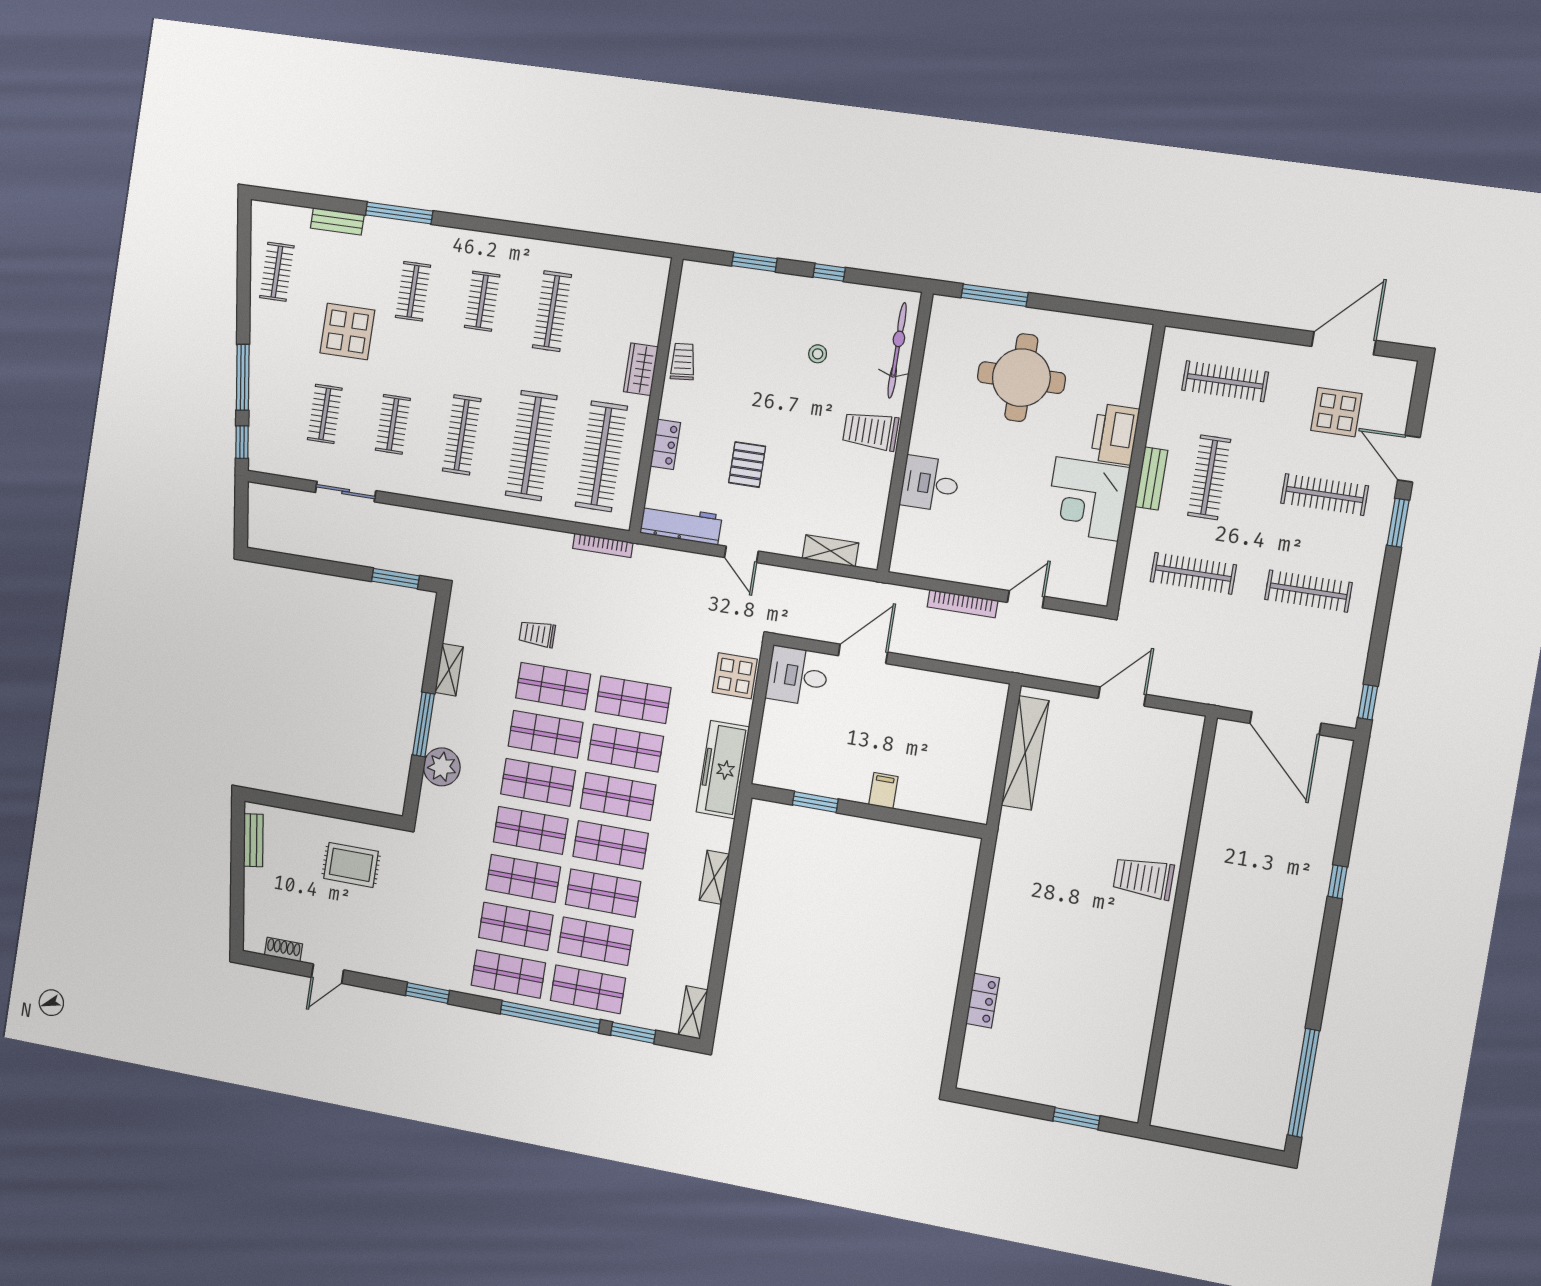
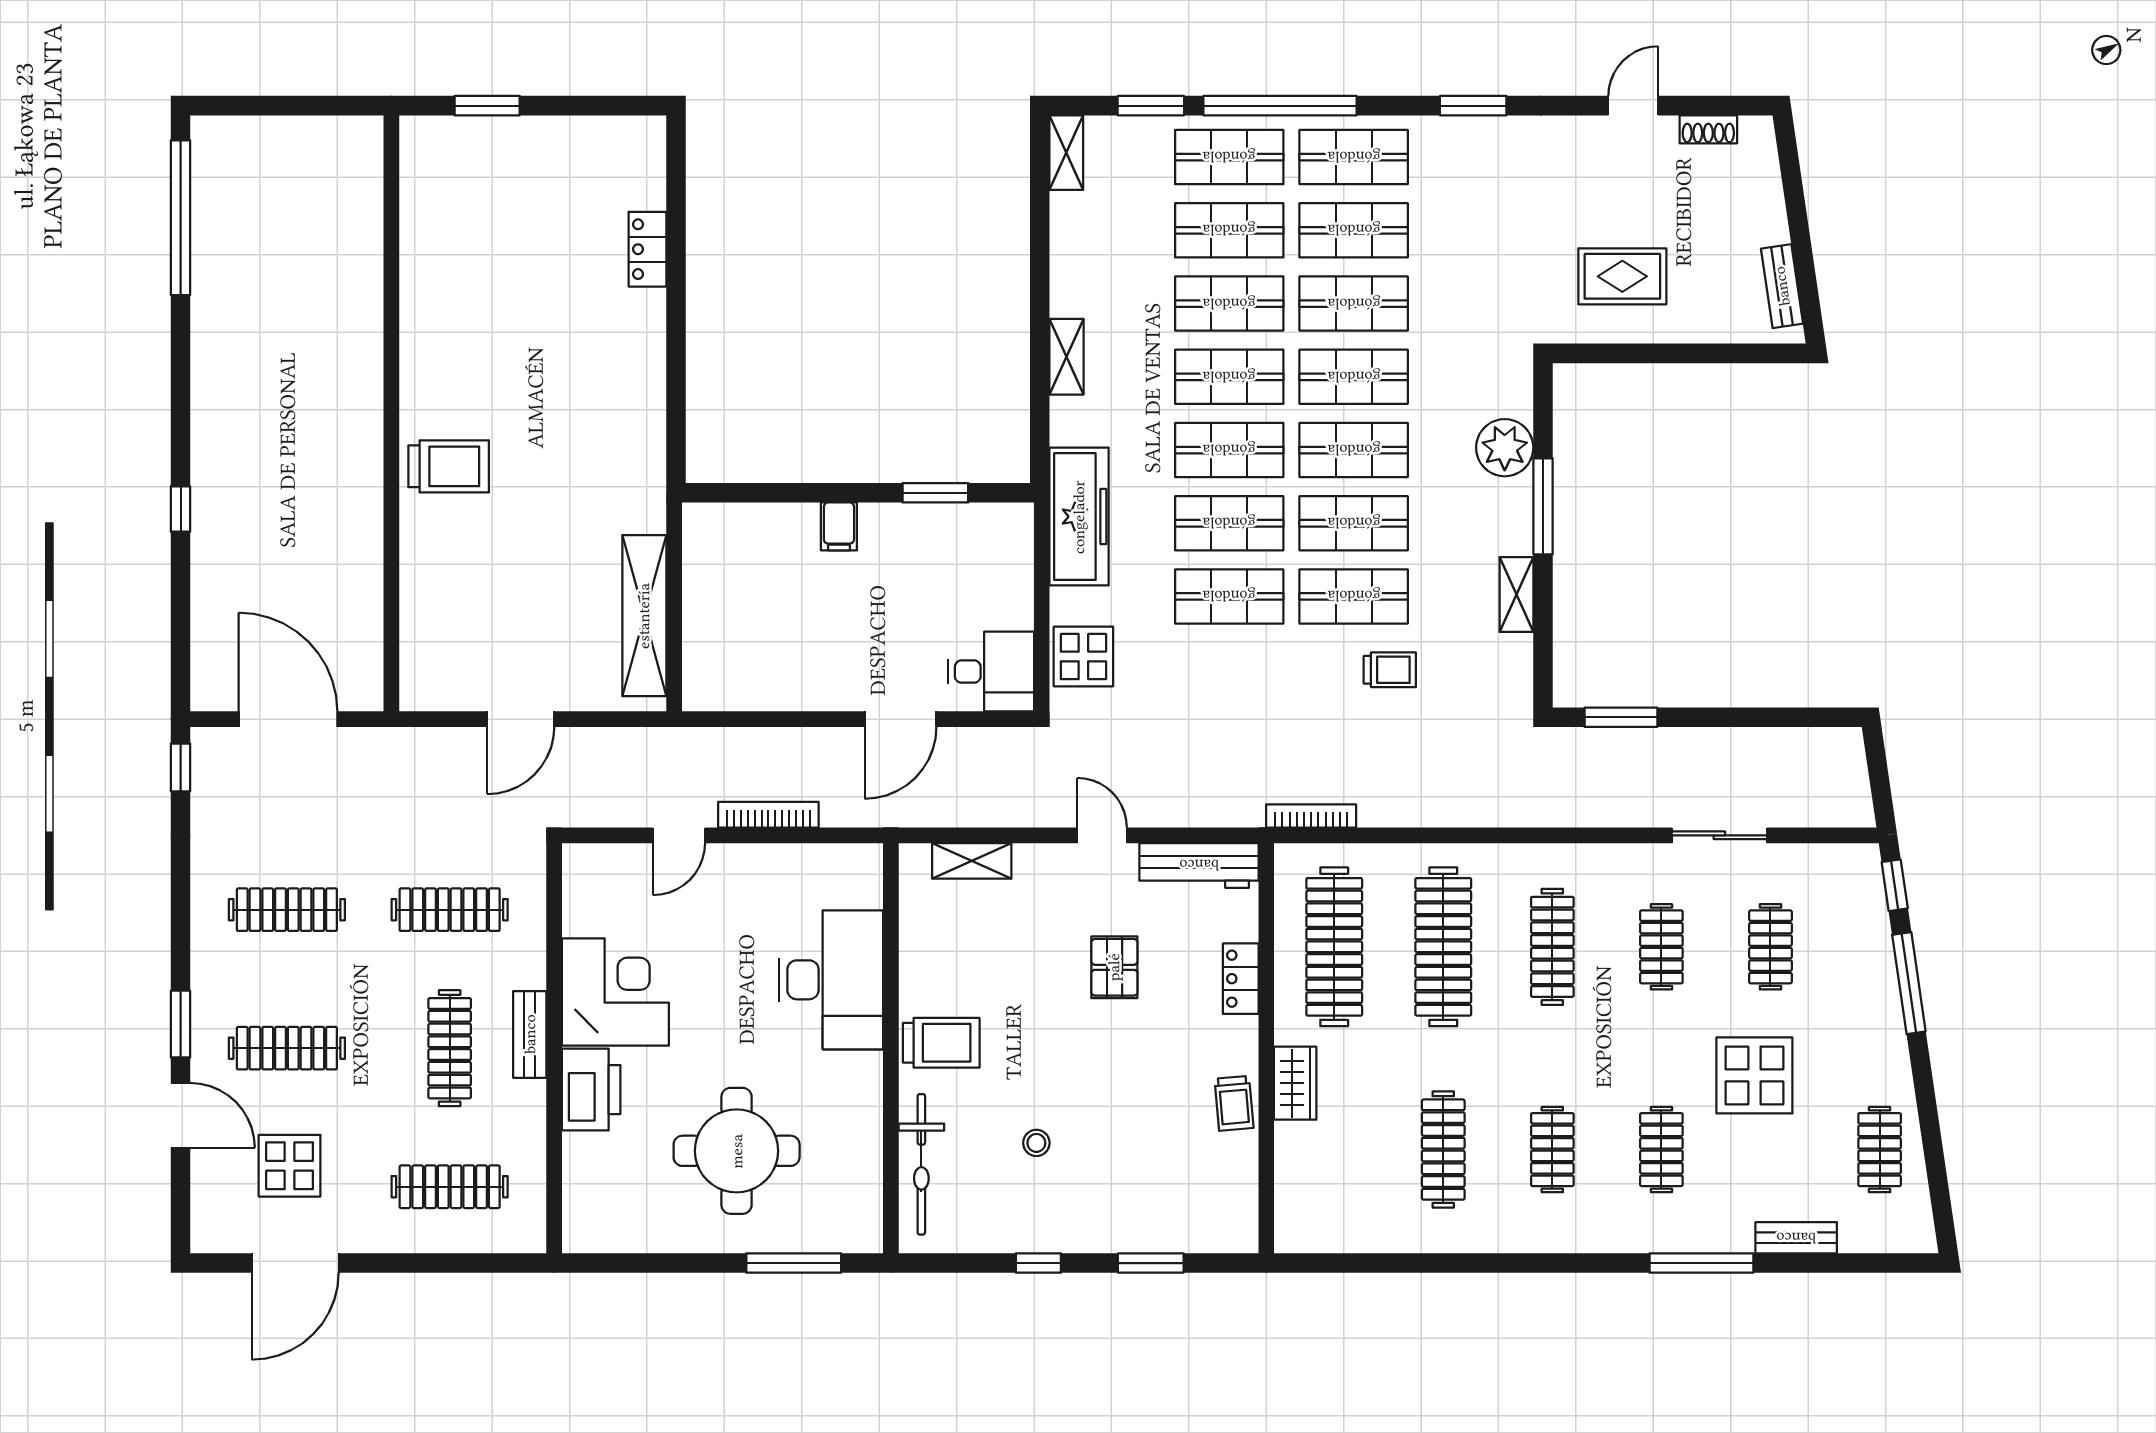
desk: (930, 484) -> (831, 980), width x1.87, depth x1.30

